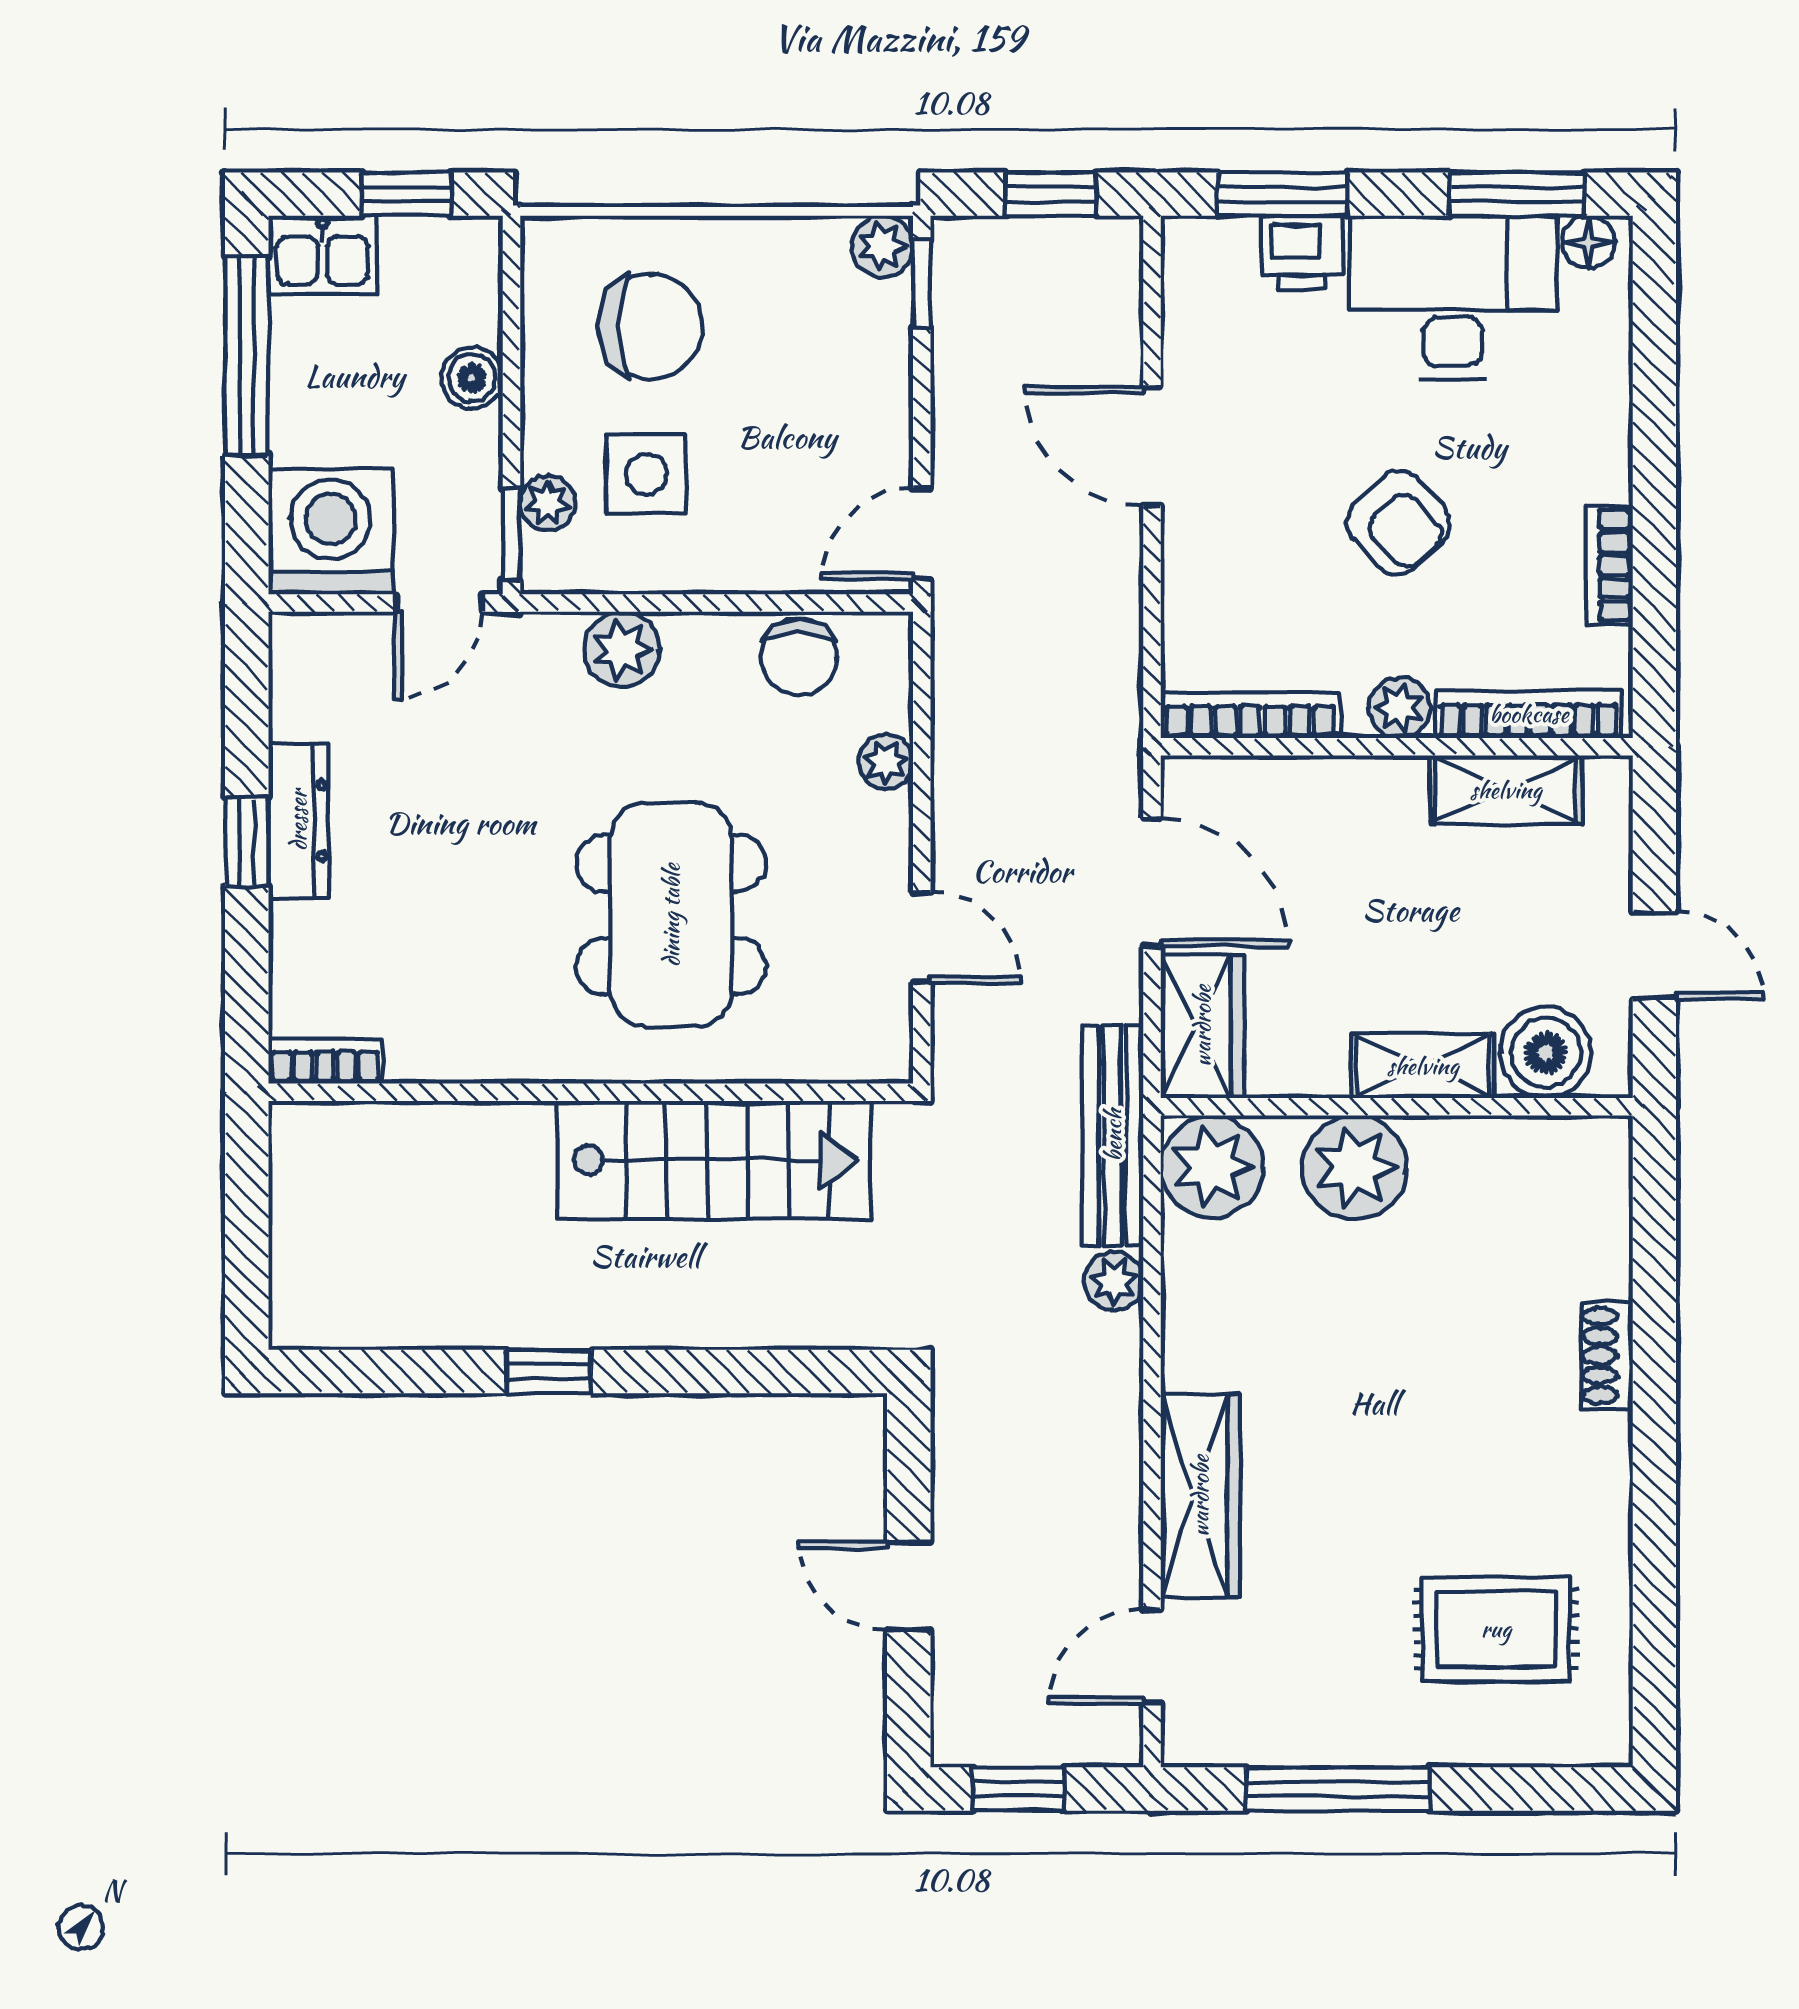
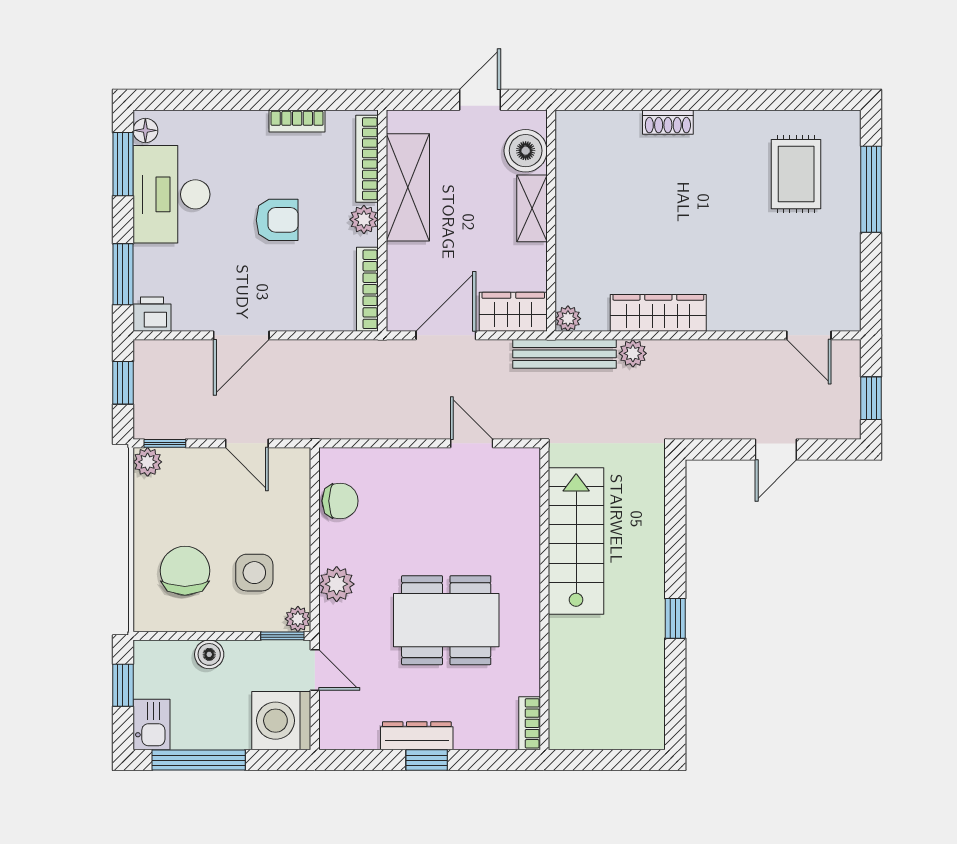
printer: (1302, 252) -> (152, 314), moved, turned -90
plant: (548, 503) -> (298, 619), moved
armchair: (1398, 523) -> (277, 220), turned 43
door: (922, 534) -> (247, 443), moved
plant: (886, 762) -> (389, 460), removed
shelving: (1506, 790) -> (408, 187), width x1.50, depth x1.33
dining table: (671, 915) -> (446, 620), moved
door: (922, 937) -> (472, 443), hinge flipped
plant: (1212, 1167) -> (568, 319), width x0.53, depth x0.53
plant: (1355, 1167) -> (580, 240), removed
wardrobe: (1200, 1496) -> (658, 313), moved
window: (1338, 1789) -> (871, 189), moved

